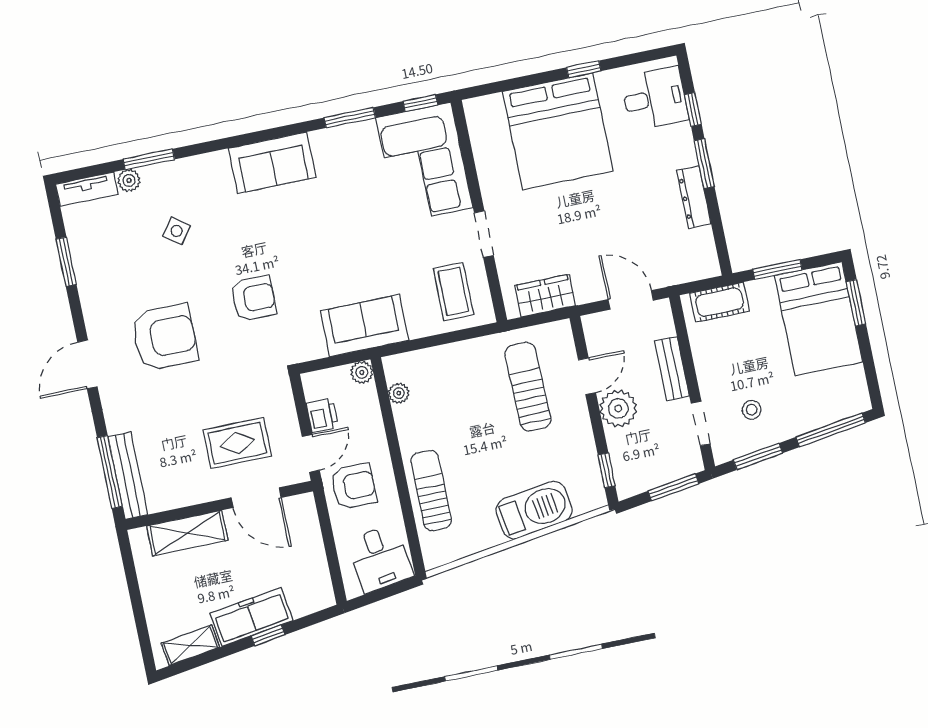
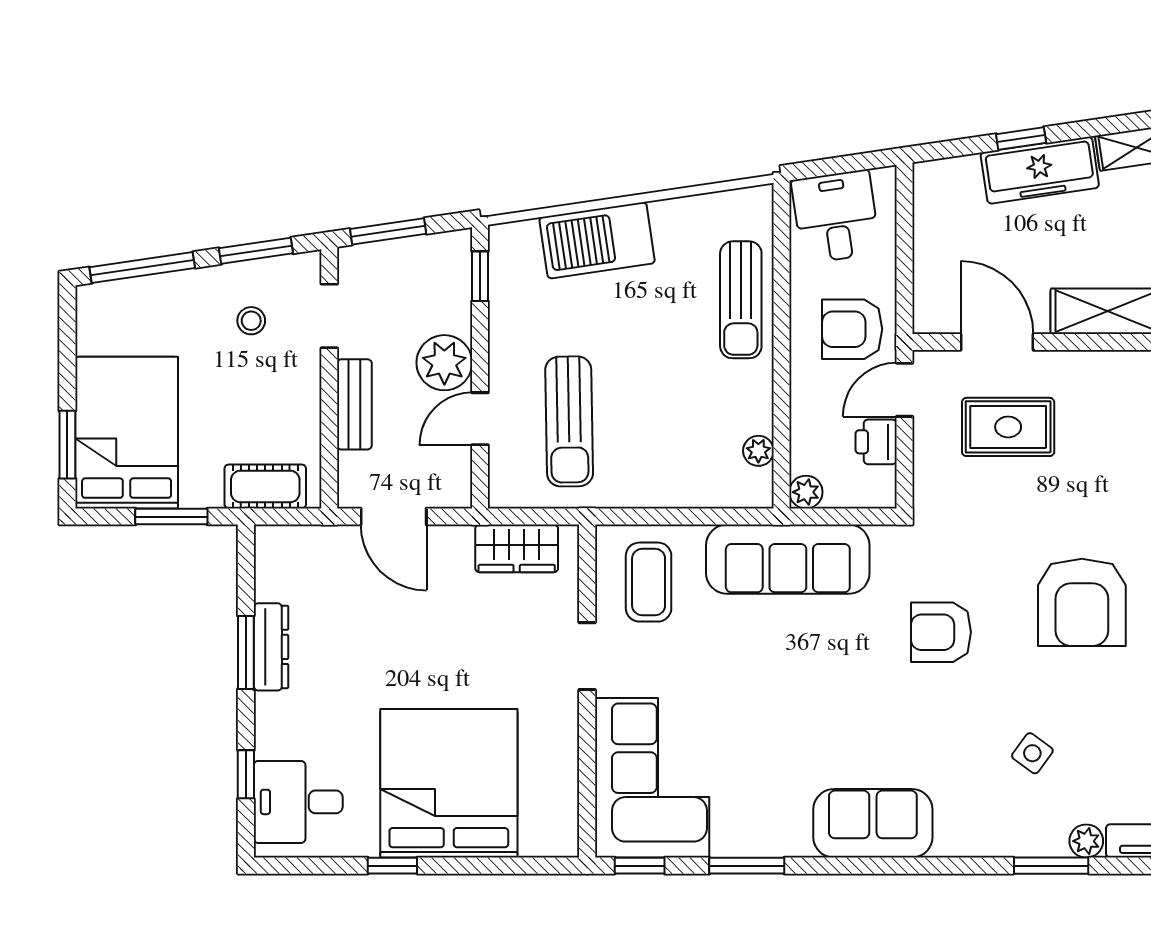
window: (704, 164) -> (246, 652), moved
sofa: (365, 326) -> (788, 559), width x1.36
armchair: (165, 337) -> (1082, 602), turned -90

